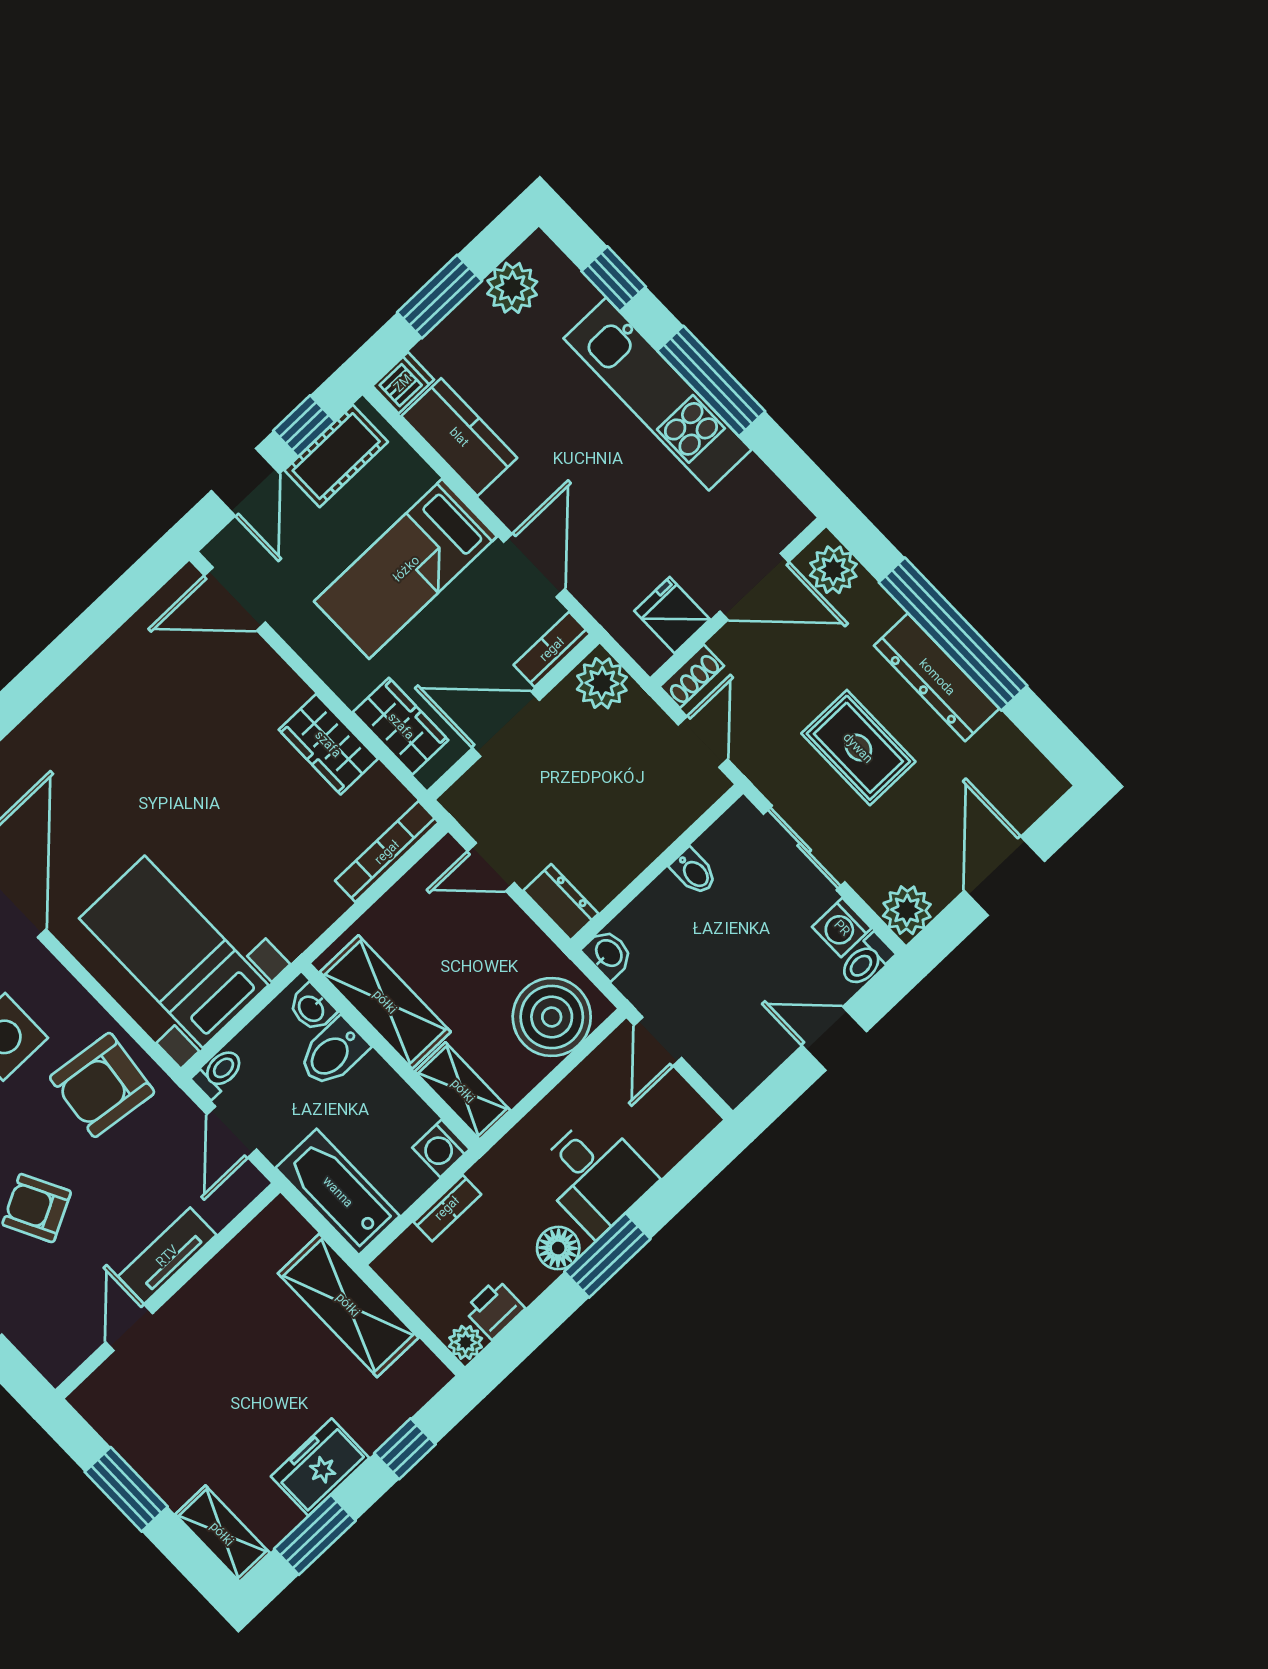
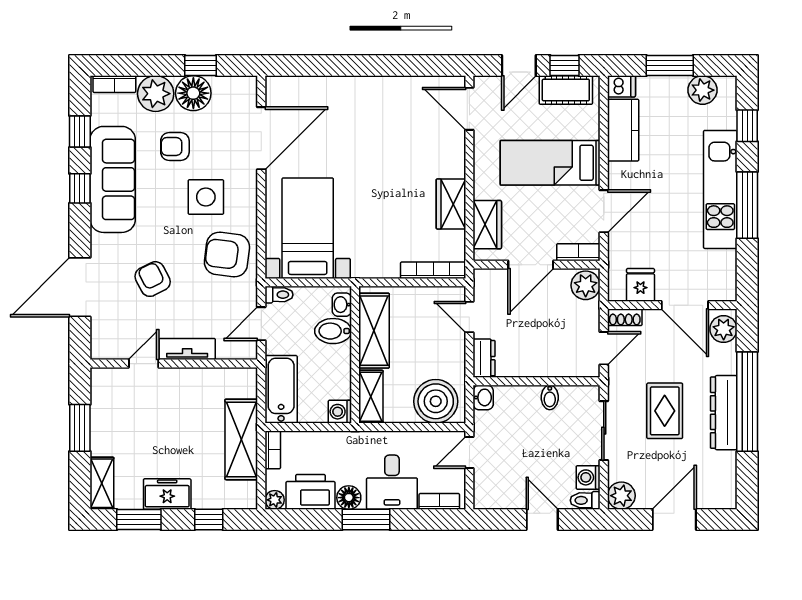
door: (506, 724) -> (531, 265), swing flipped
bookcase: (679, 1142) -> (439, 501), added
bookcase: (447, 1208) -> (273, 450), moved, turned -90
printer: (494, 1309) -> (311, 492), width x1.87, depth x1.48

